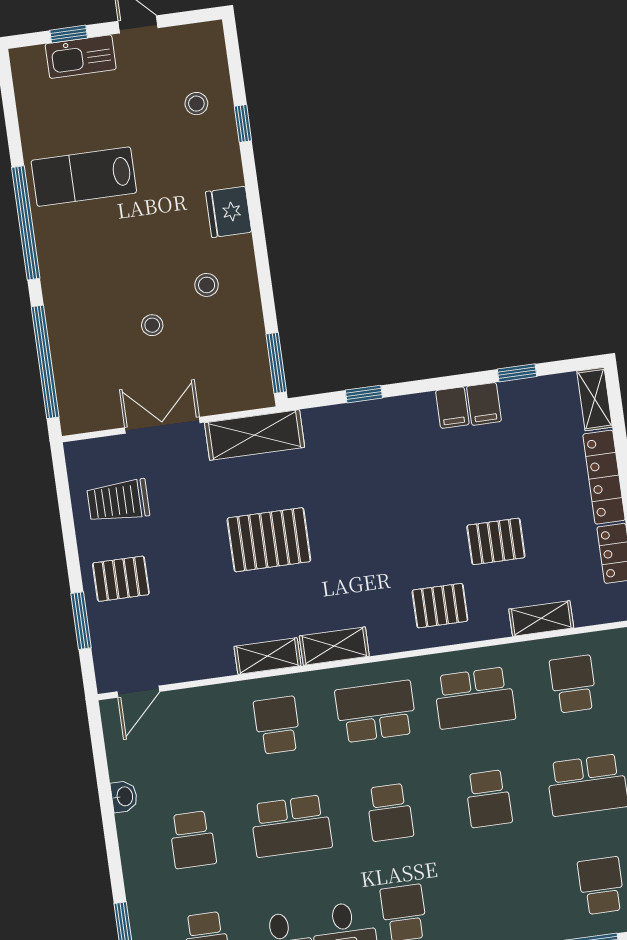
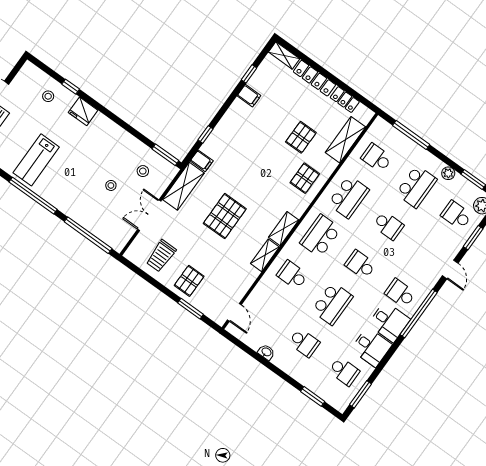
fridge: (228, 212) -> (83, 111), moved
stool: (207, 285) -> (143, 171), moved
filing cabinet: (452, 408) -> (202, 161), moved
shelving: (541, 618) -> (345, 140), width x1.50, depth x1.33
school desk: (390, 812) -> (360, 265), turned 180

